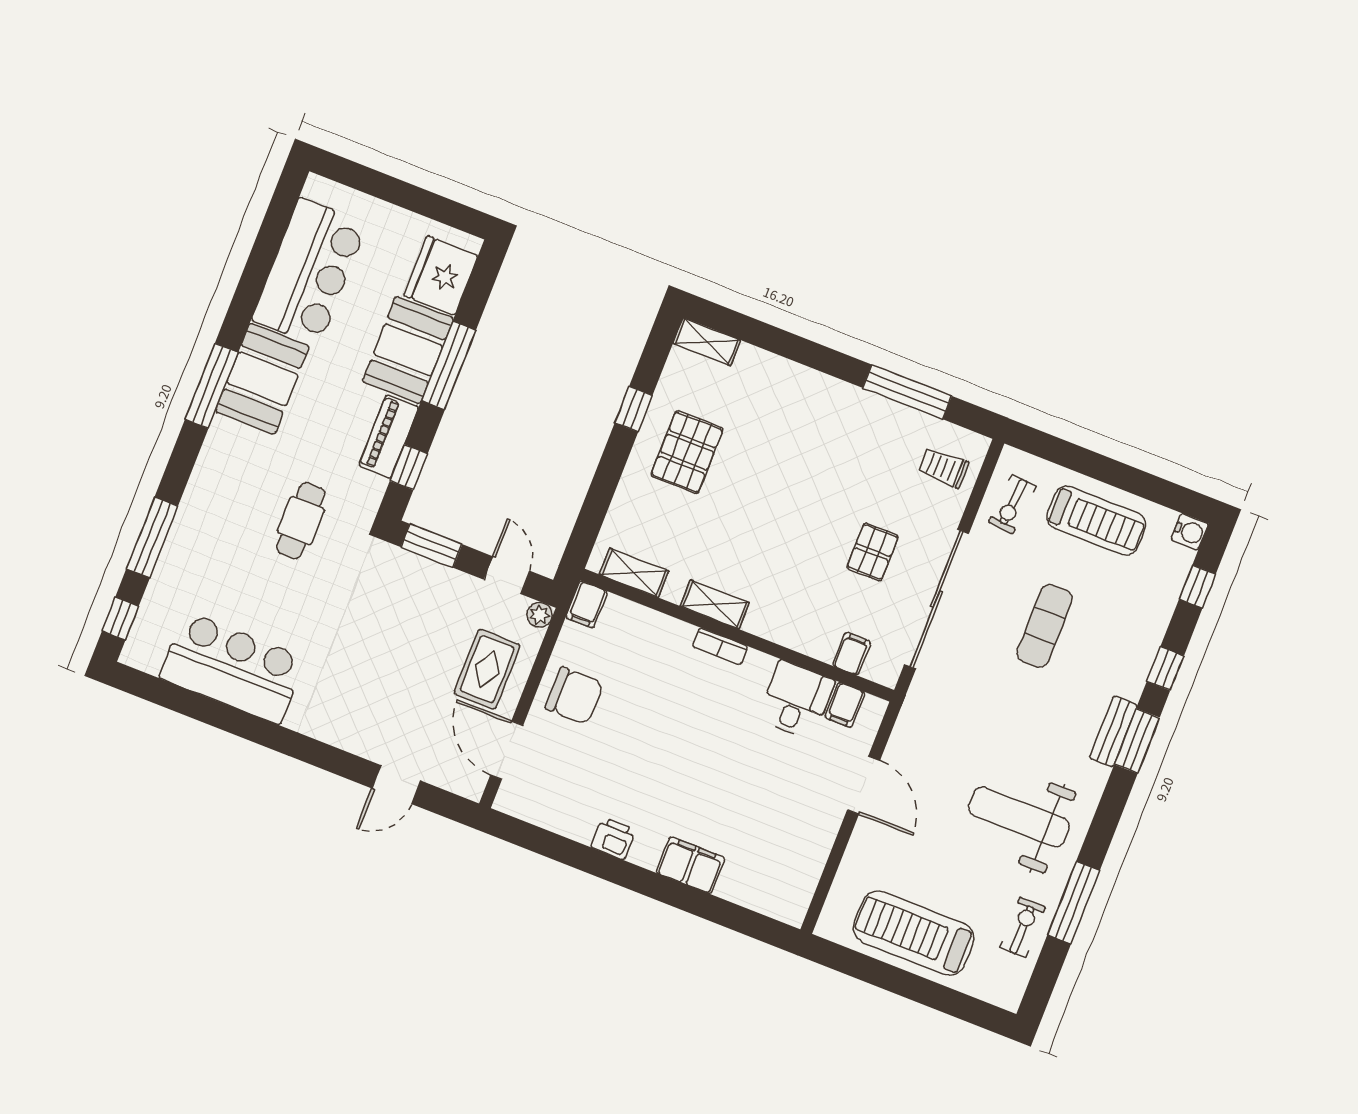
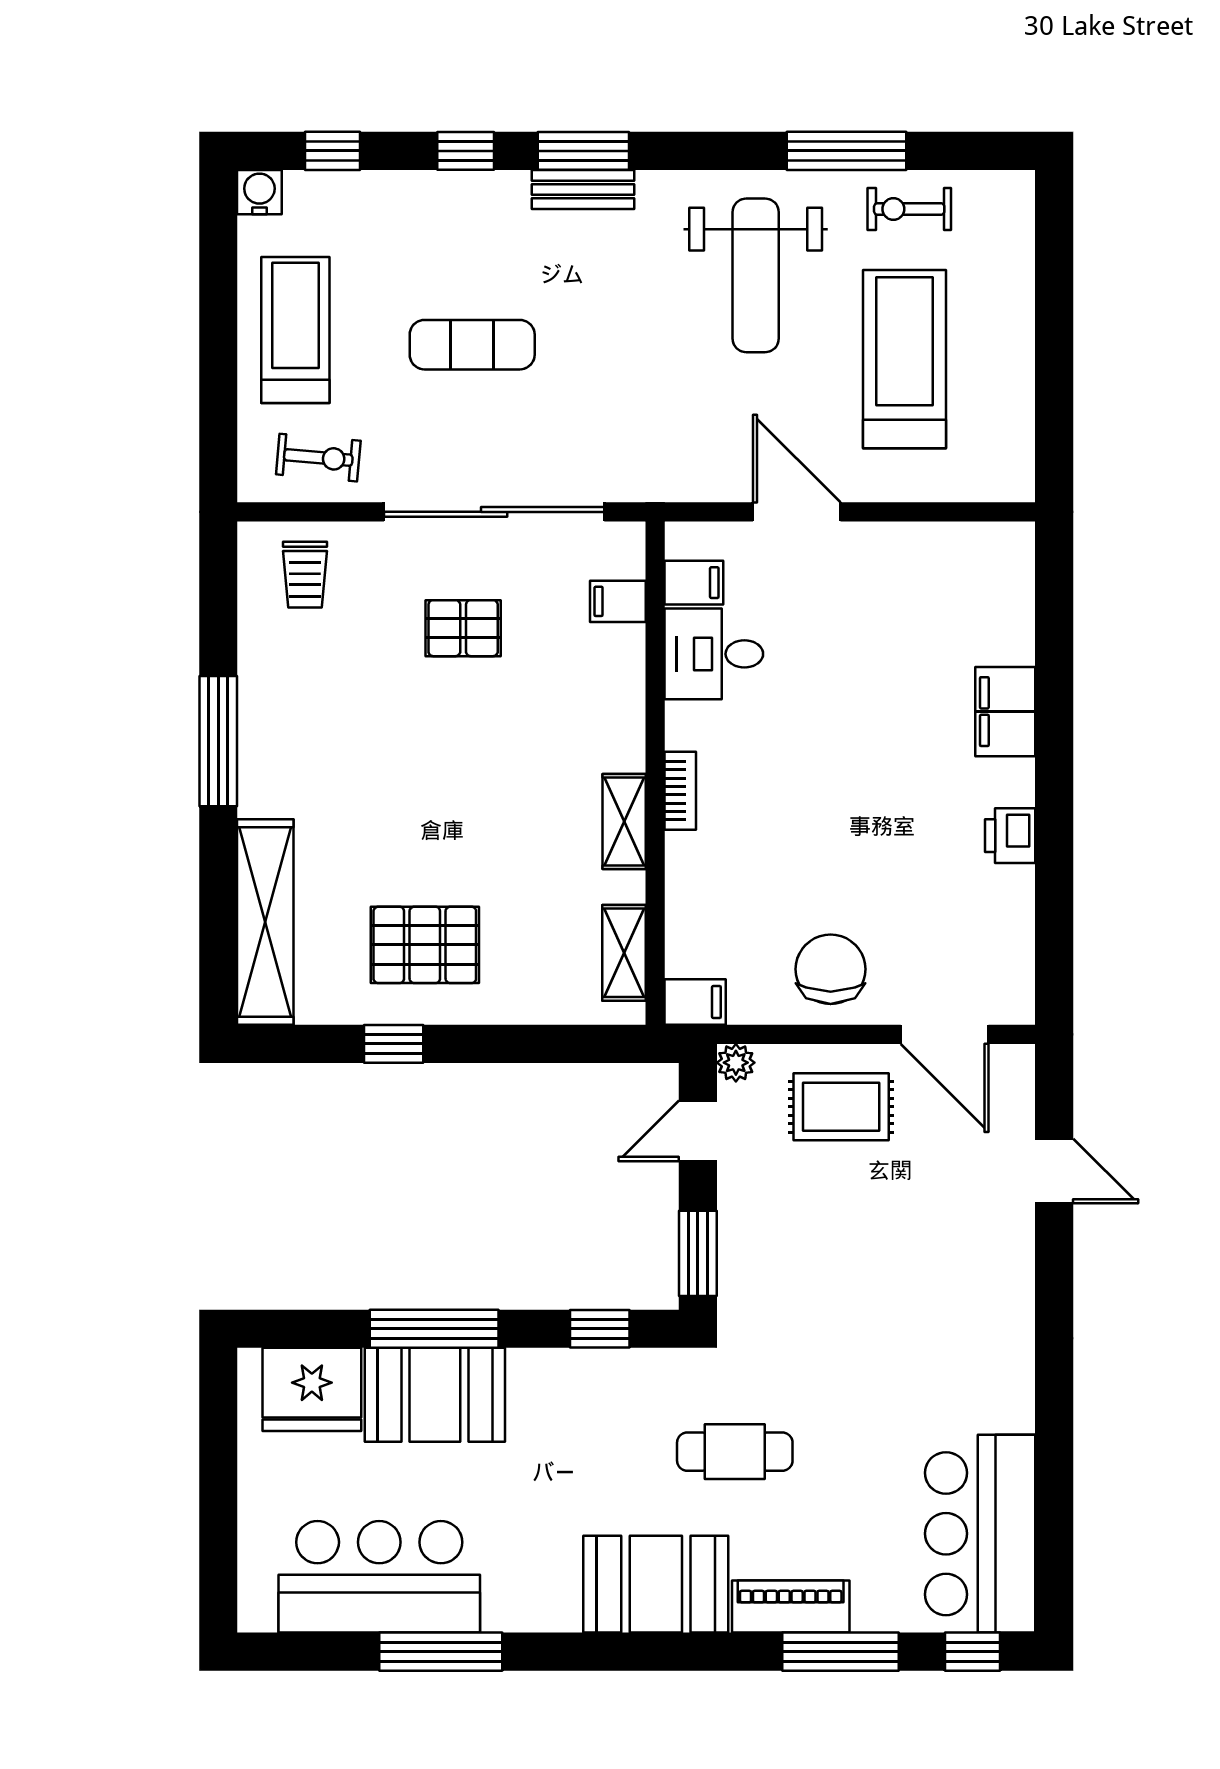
shelving: (707, 342) -> (265, 922), width x2.20, depth x1.33
booth: (262, 379) -> (656, 1584), moved
window: (212, 386) -> (441, 1652), moved
window: (907, 392) -> (218, 741), moved
piano: (389, 436) -> (791, 1606), moved, turned 180
bar counter: (232, 668) -> (980, 1534), moved
door: (507, 750) -> (945, 1034), hinge flipped
door: (864, 785) -> (797, 512), hinge flipped
treadmill: (914, 933) -> (904, 359), moved, turned 180

